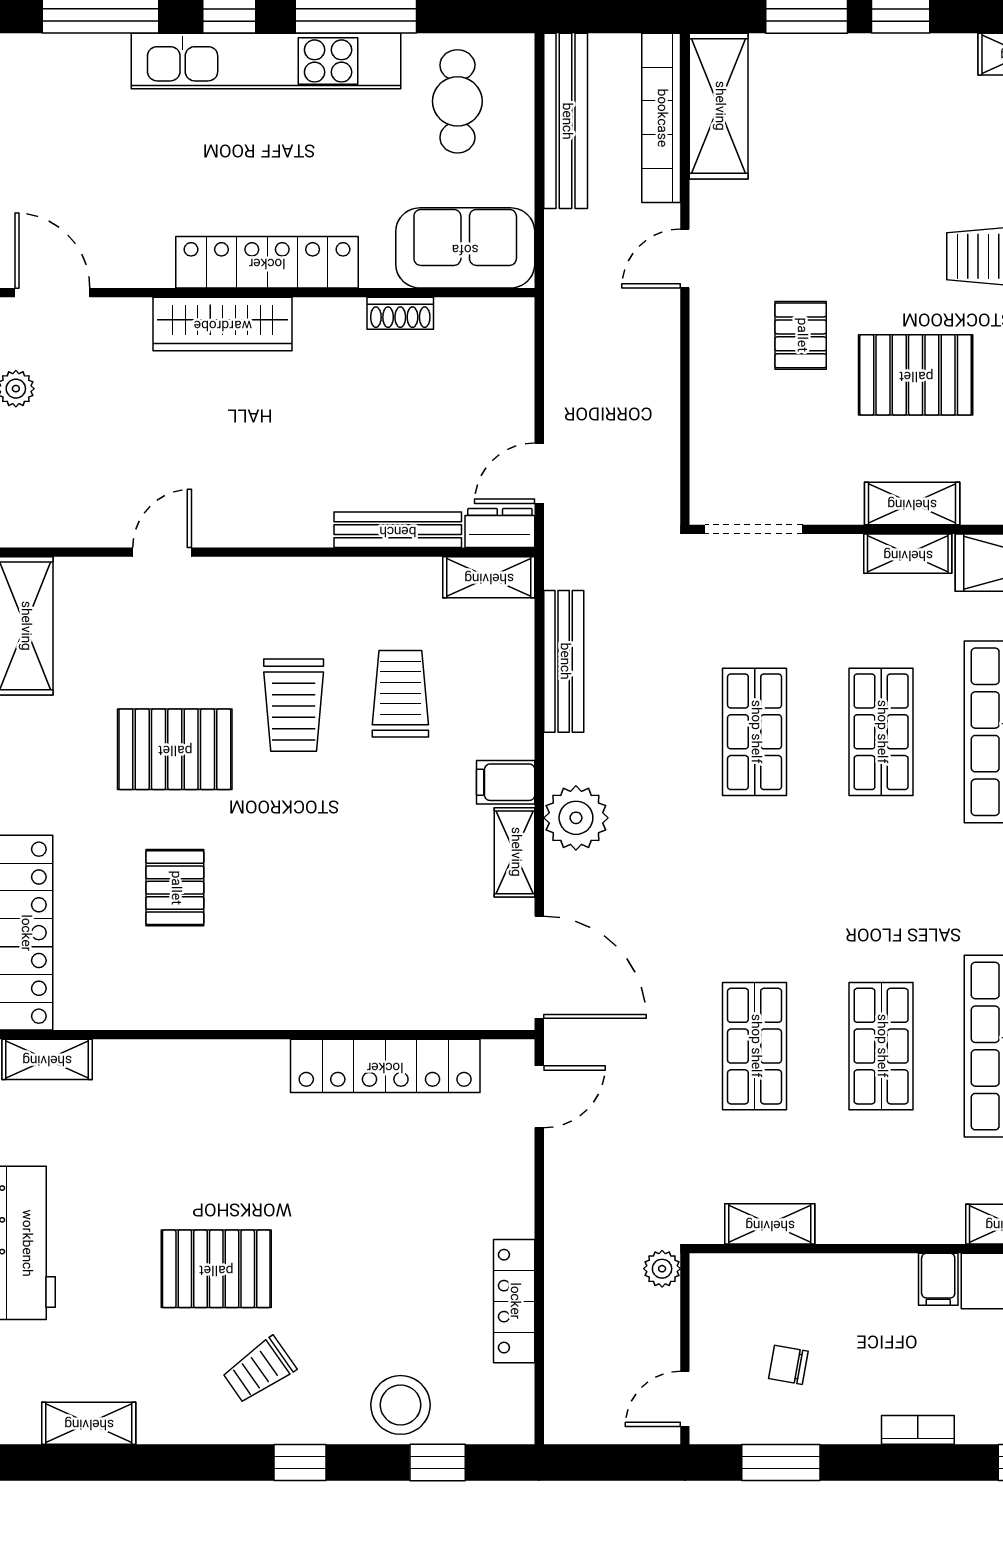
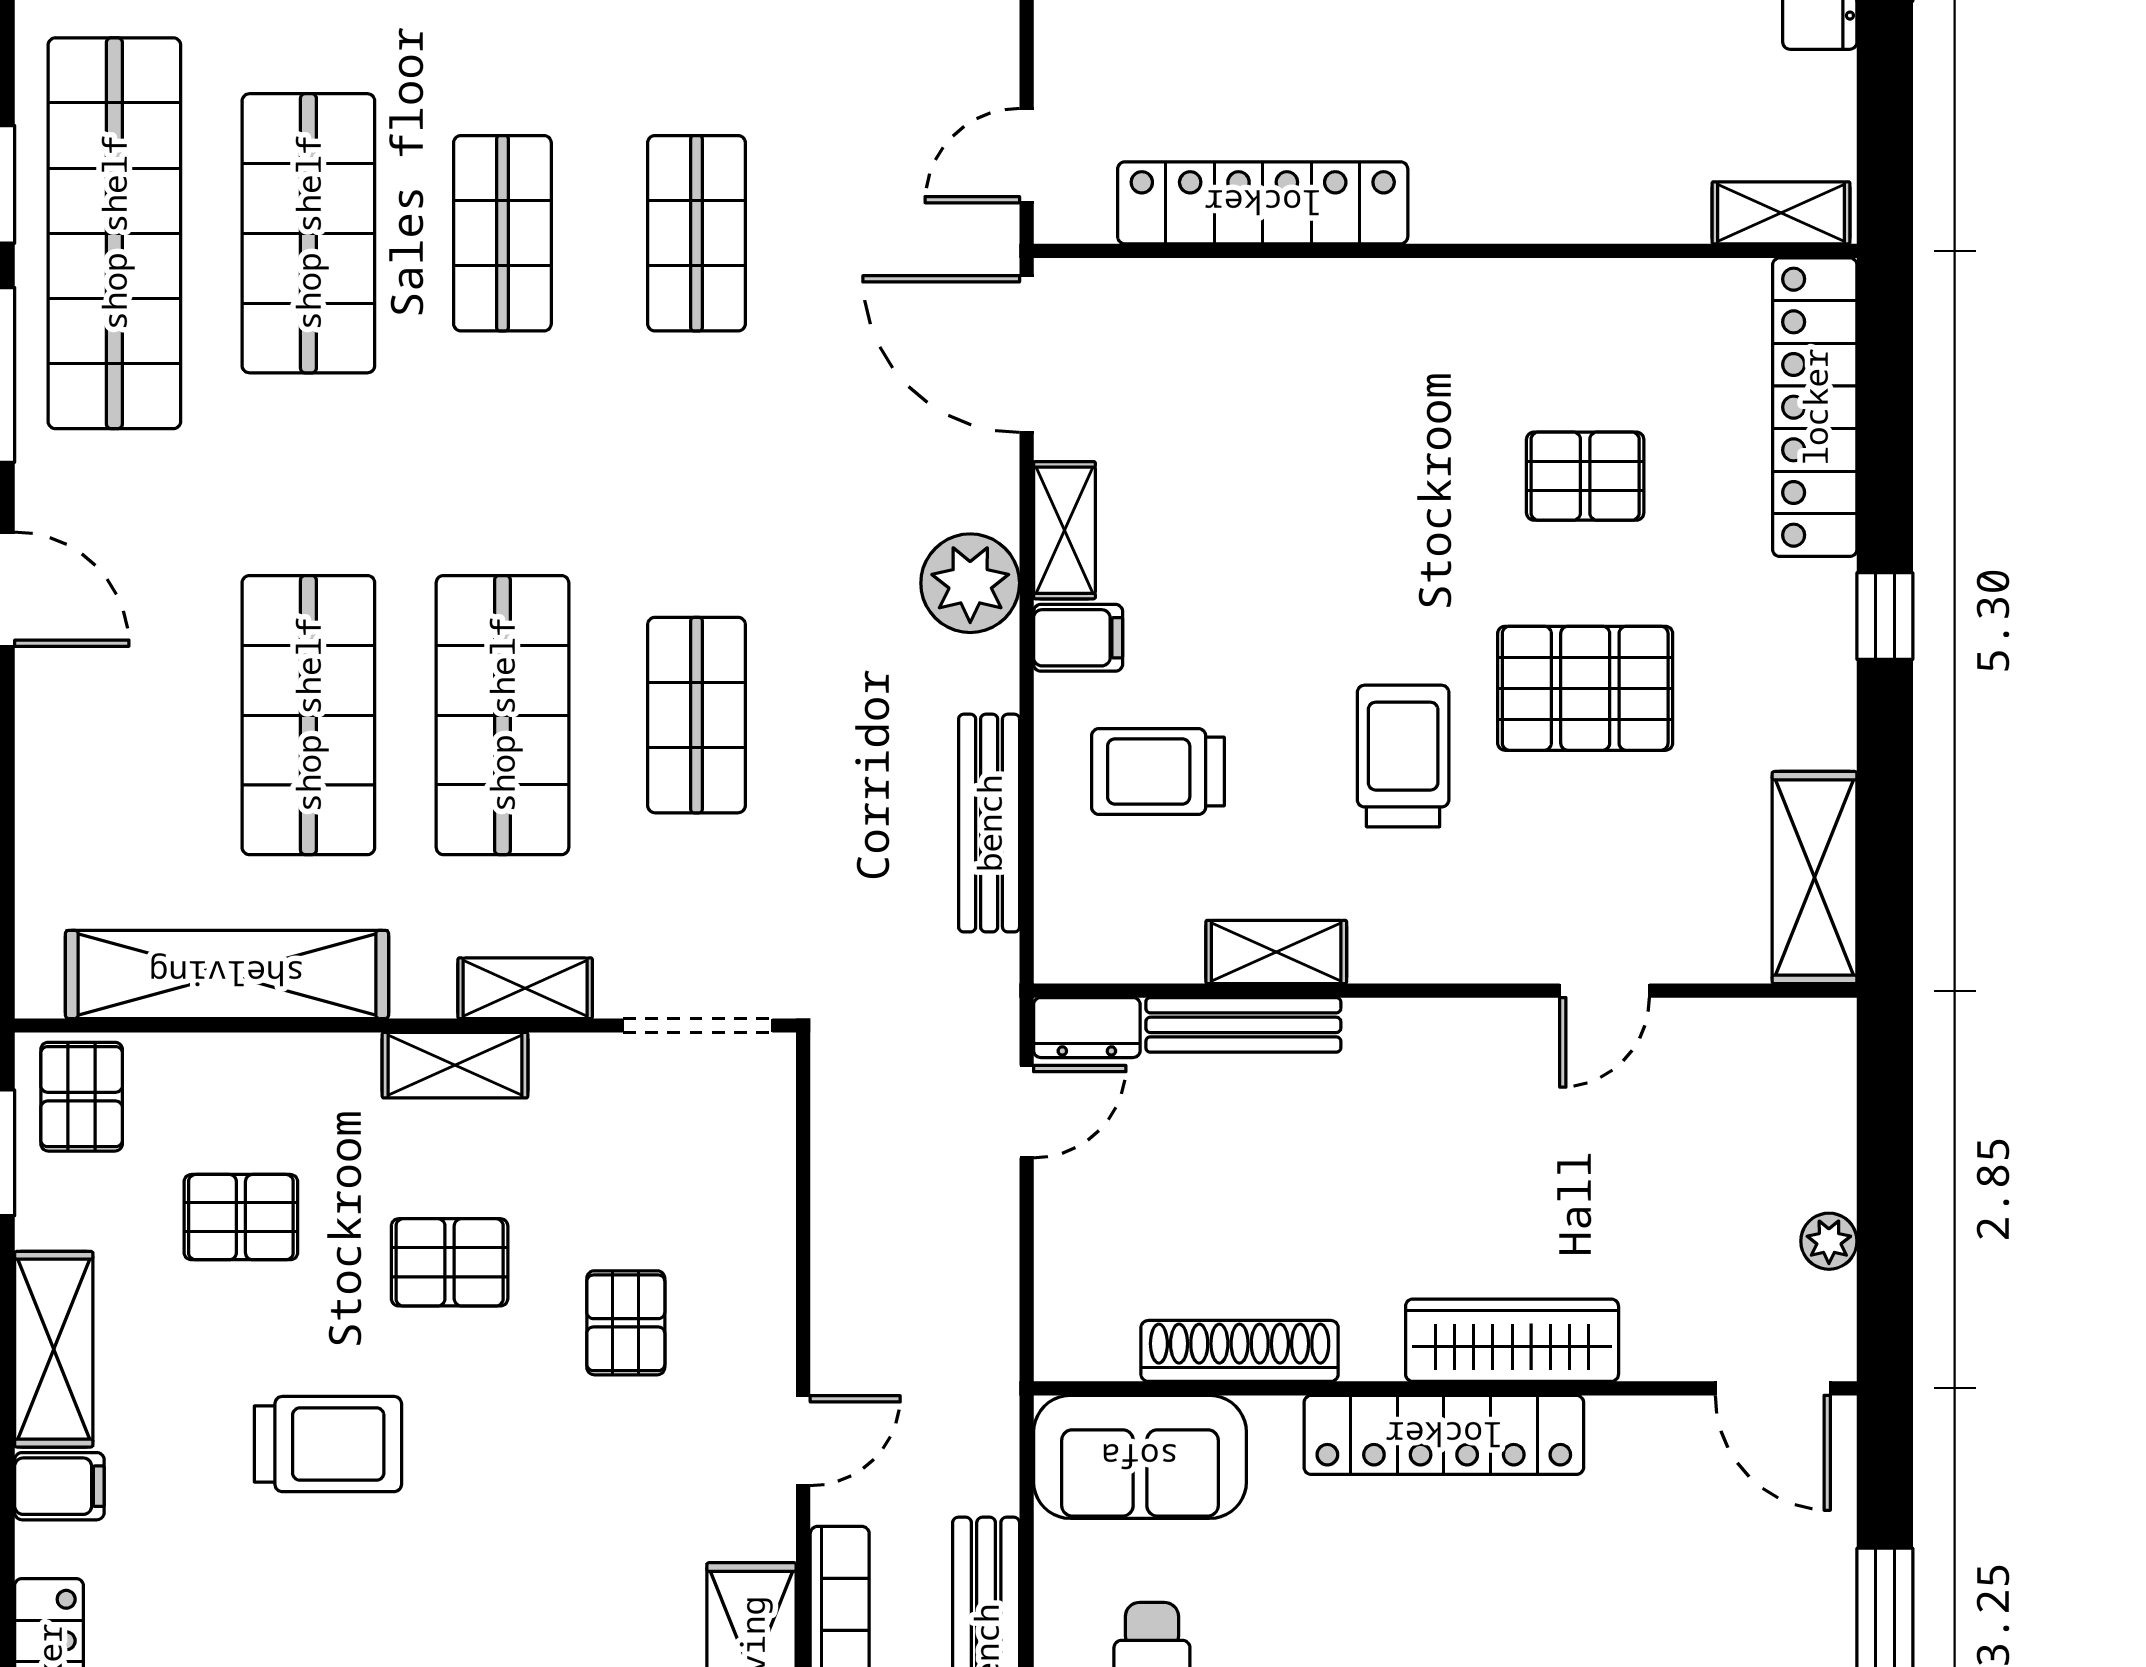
shoe rack: (400, 313) -> (1240, 1351), width x1.94, depth x1.24
pallet: (916, 375) -> (450, 1262), width x0.67, depth x0.71
shelving: (908, 554) -> (525, 988), moved
shelving: (489, 577) -> (1276, 952), moved
trolley: (400, 694) -> (1158, 771), moved, turned 90
shop shelf: (881, 732) -> (502, 715), width x1.43, depth x1.36
pallet: (175, 888) -> (1585, 476), turned 90

